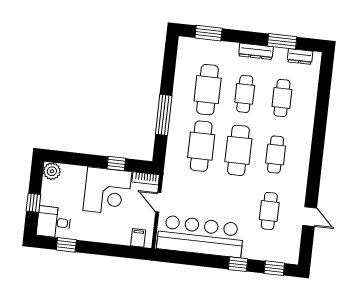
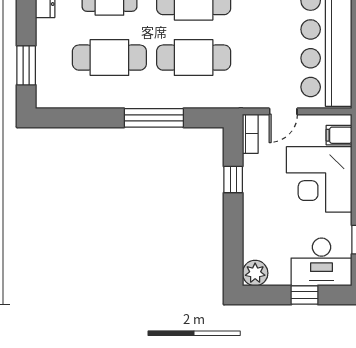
corner desk: (107, 191) -> (319, 179), moved, turned 180
desk: (54, 222) -> (321, 262), width x1.37

